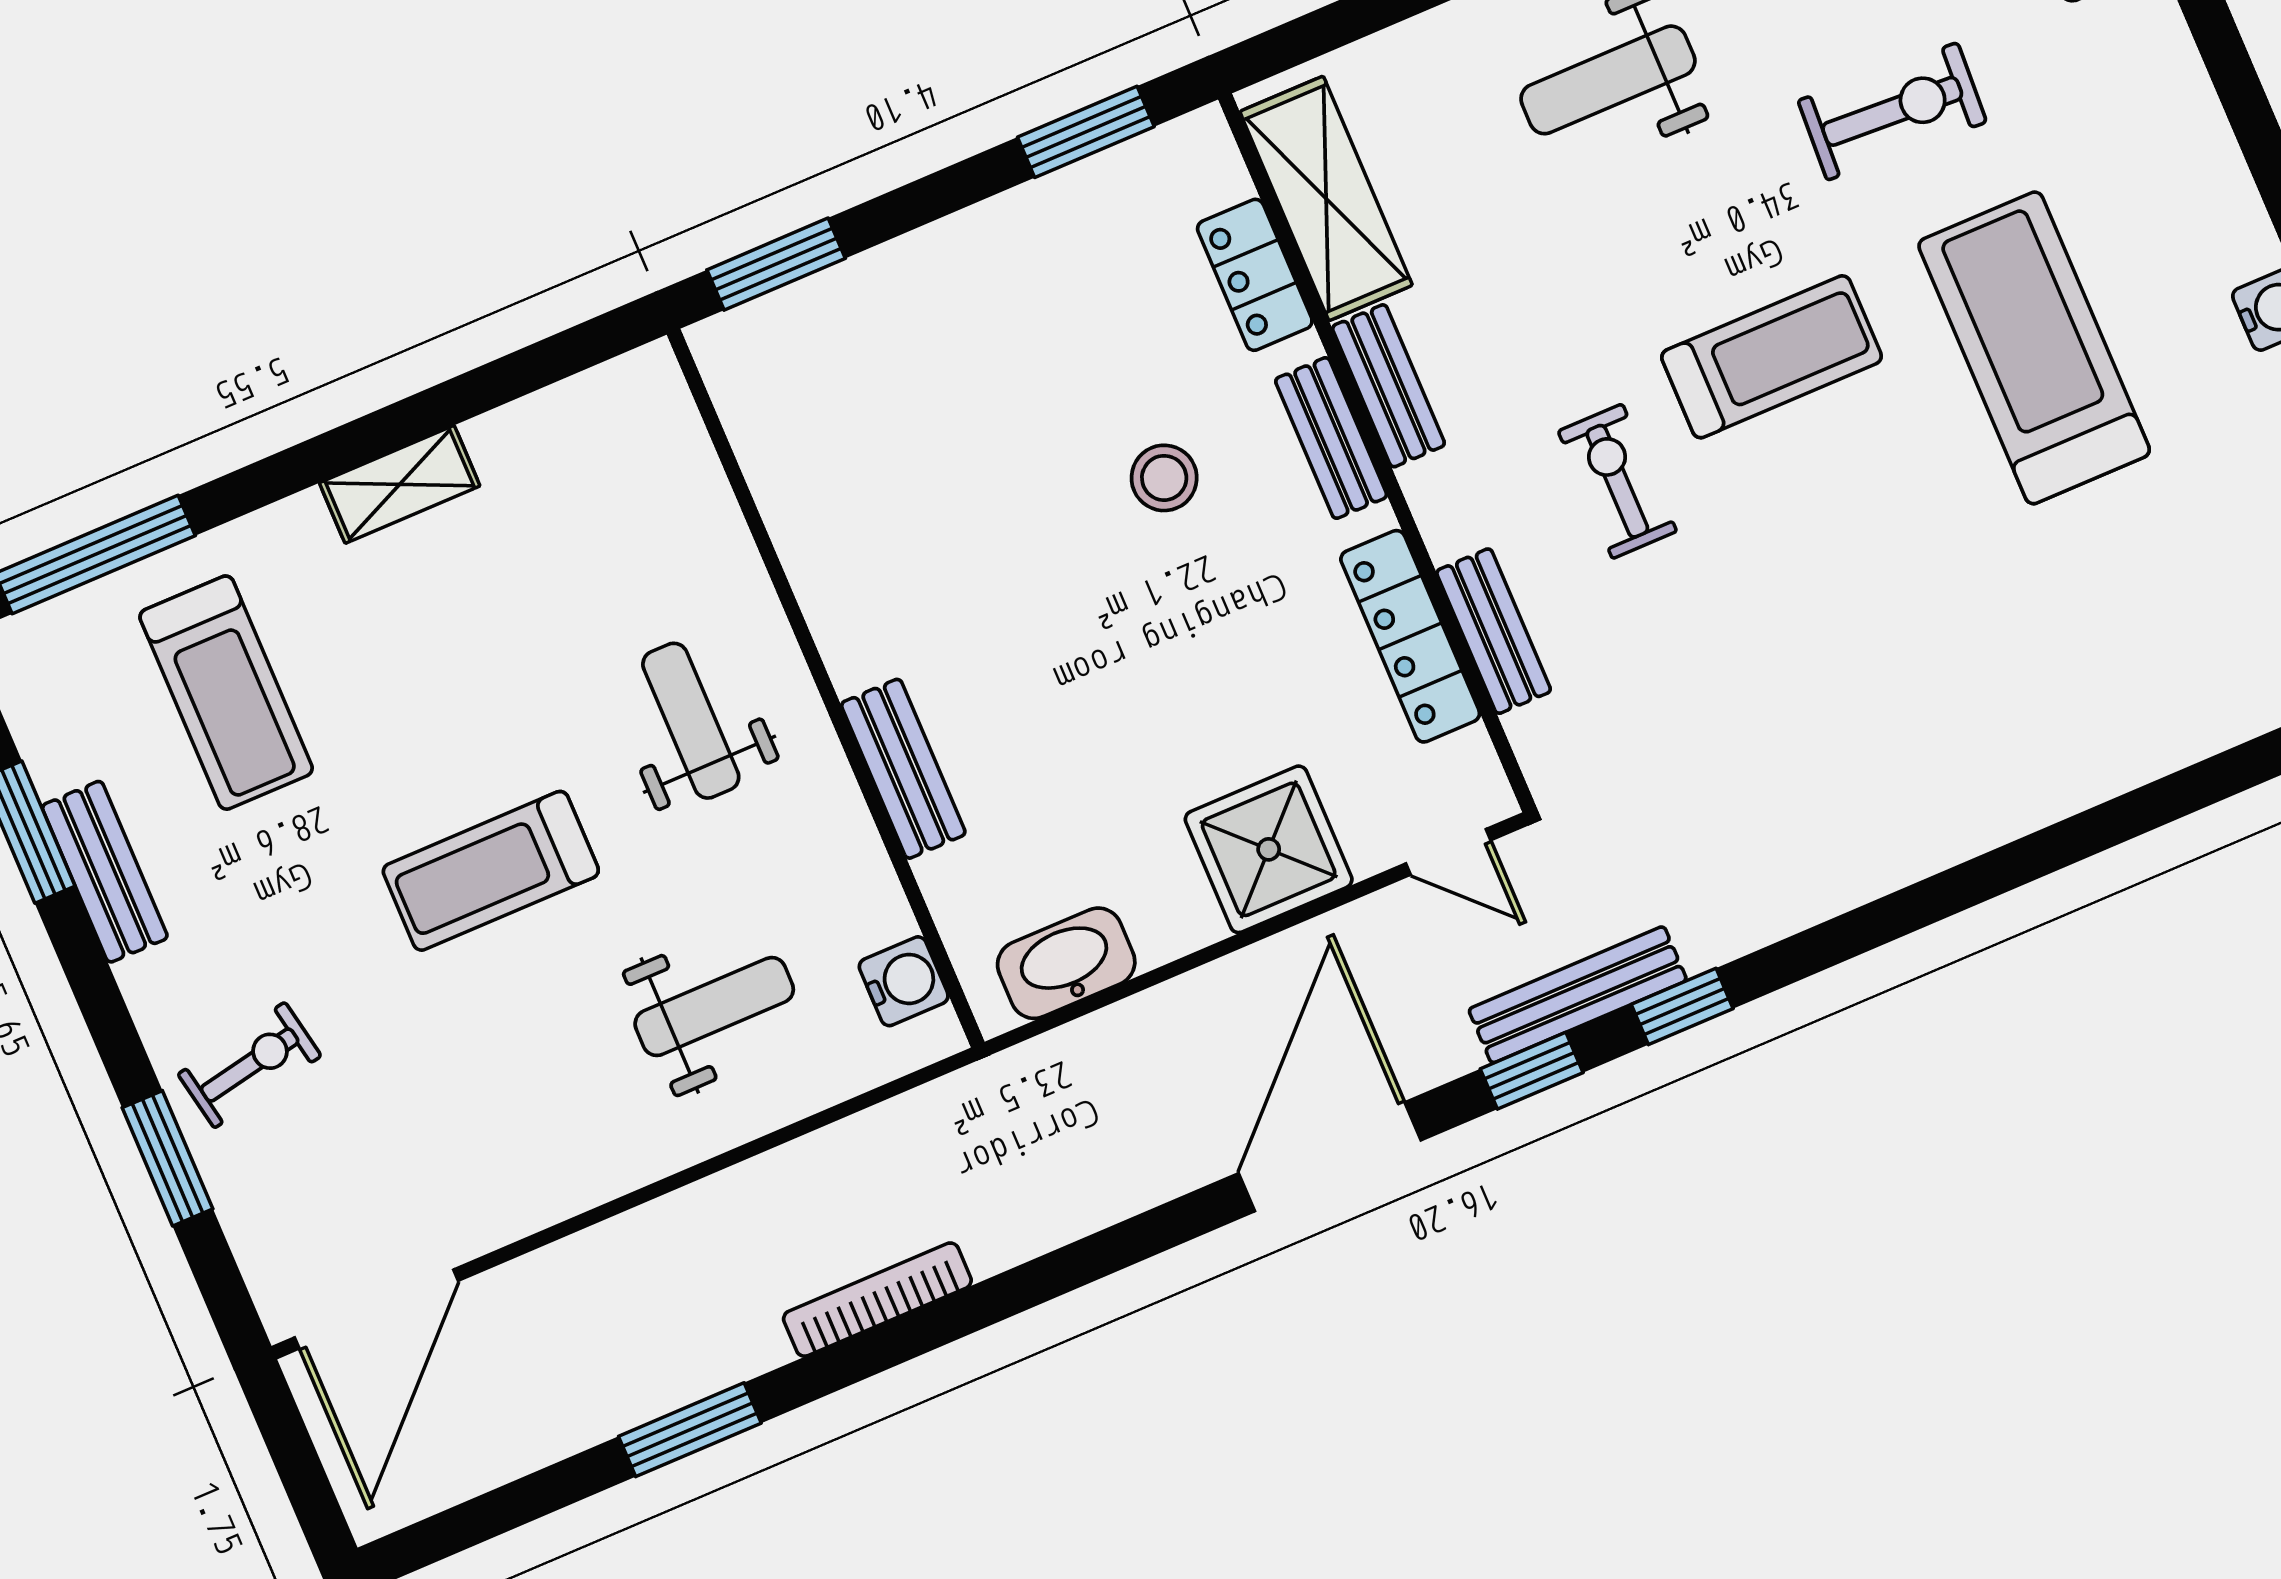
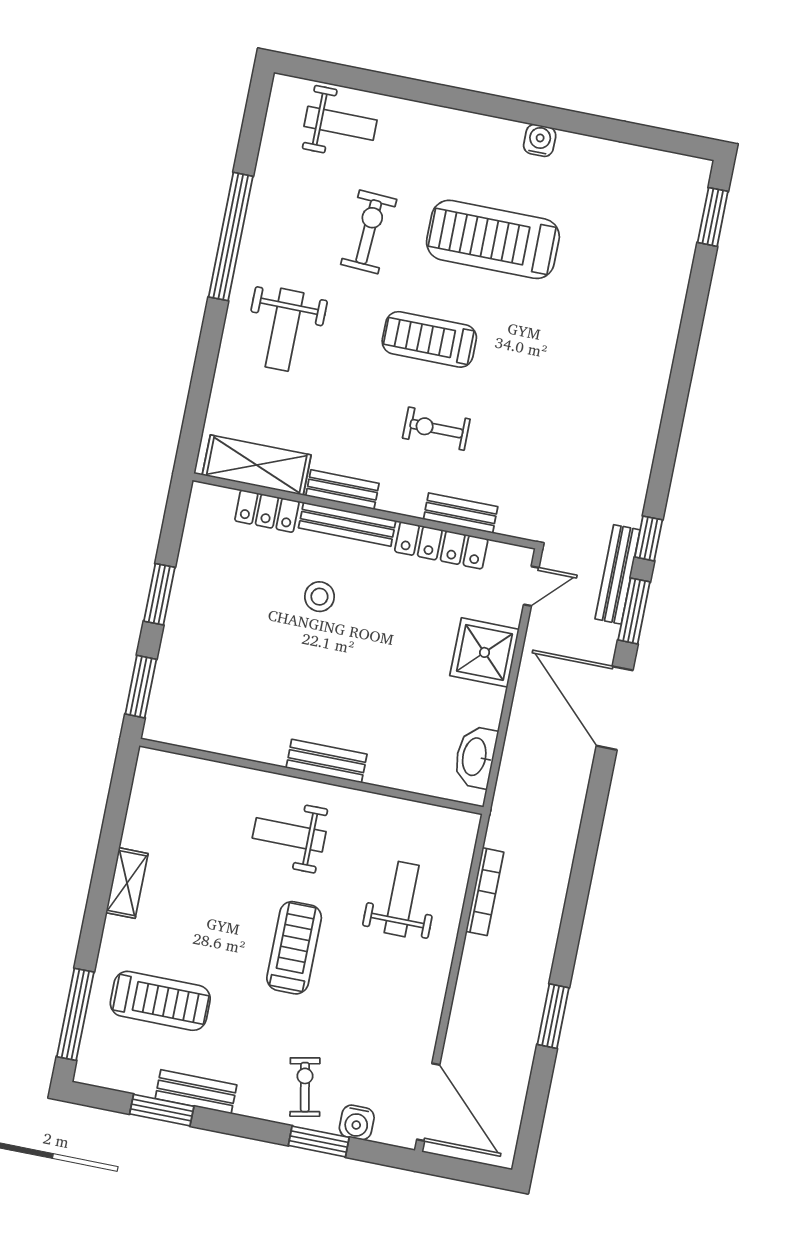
window: (1086, 132) -> (159, 594), moved
treadmill: (1772, 357) -> (429, 339), turned -90
bench: (1331, 438) -> (347, 524), width x1.36
bench: (903, 769) -> (327, 761), moved
treadmill: (491, 871) -> (294, 948), turned 180
water cooler: (904, 981) -> (357, 1122), moved, turned 180
window: (1532, 1071) -> (634, 611), width x1.50
bookcase: (877, 1300) -> (485, 892), moved, turned 180

